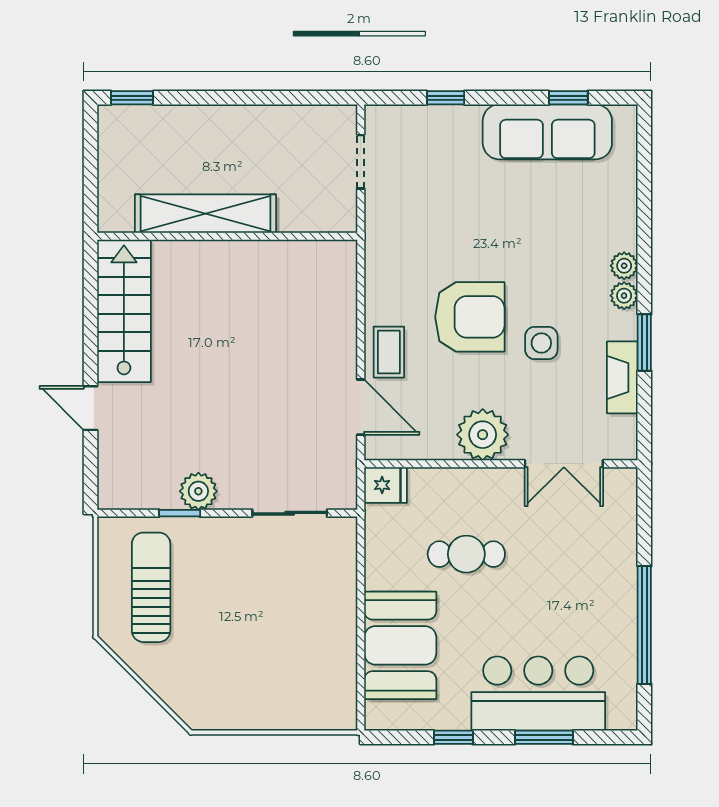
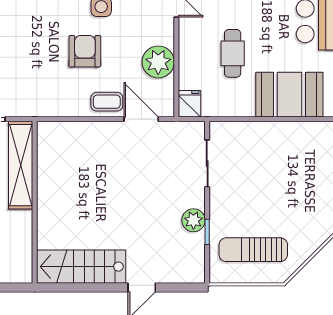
shelving: (205, 214) -> (21, 165), moved
armchair: (470, 317) -> (85, 51), width x0.73, depth x0.73
door: (361, 407) -> (141, 119), hinge flipped
plant: (483, 435) -> (158, 62), moved

